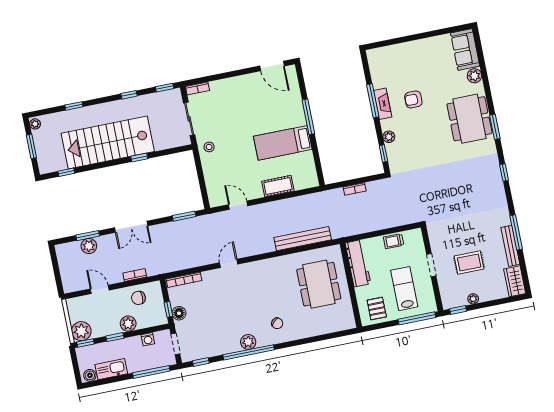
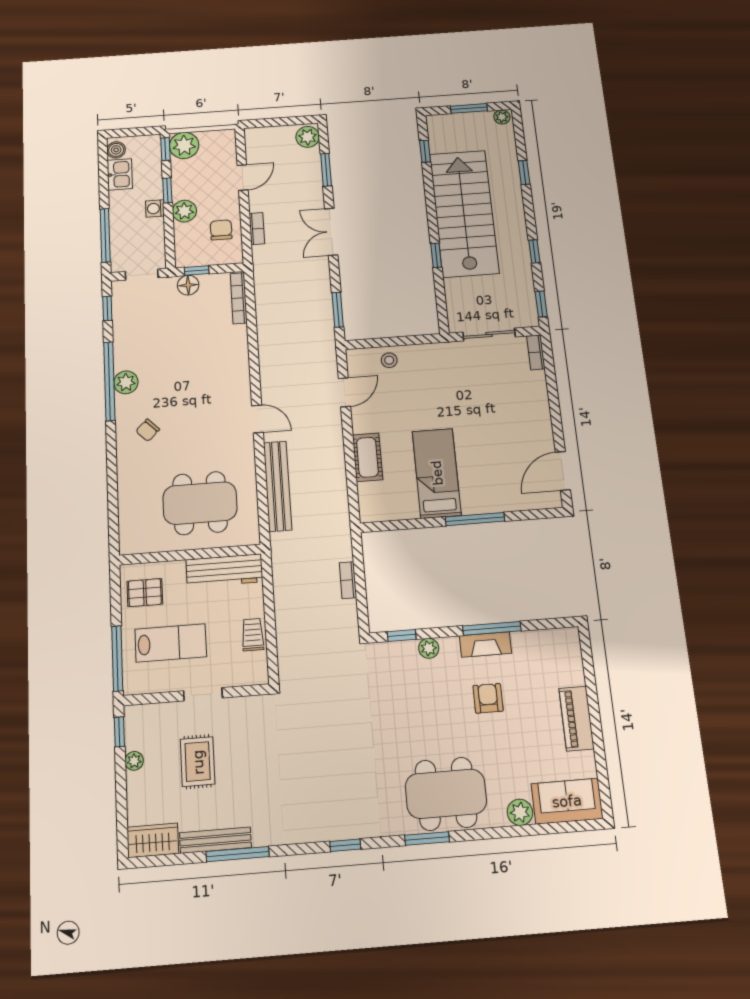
piano: (419, 47) -> (576, 719), added
stool: (209, 147) -> (389, 360), moved
plant: (89, 246) -> (308, 137), moved
door: (229, 263) -> (257, 419), moved
washing machine: (148, 339) -> (155, 209), moved
kitchen sink: (111, 369) -> (120, 174), width x0.73

